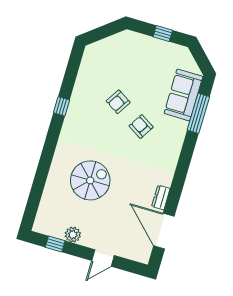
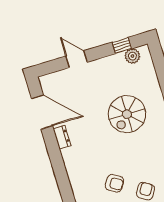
plant: (73, 235) -> (132, 56), moved
door: (103, 258) -> (77, 59), hinge flipped

